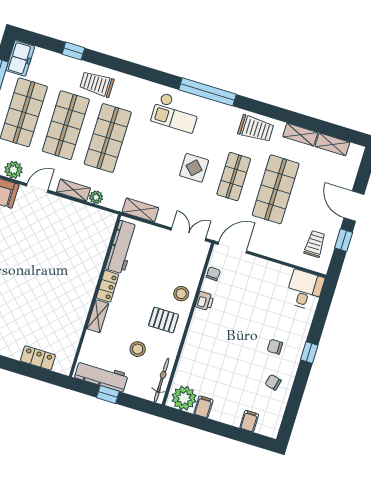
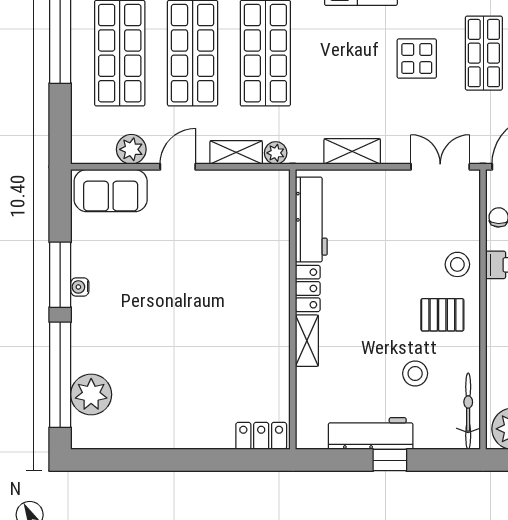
workbench: (122, 247) -> (311, 219), moved
locker: (107, 286) -> (308, 288), moved
wall: (95, 296) -> (293, 309), moved
shelving: (98, 316) -> (307, 341), moved

